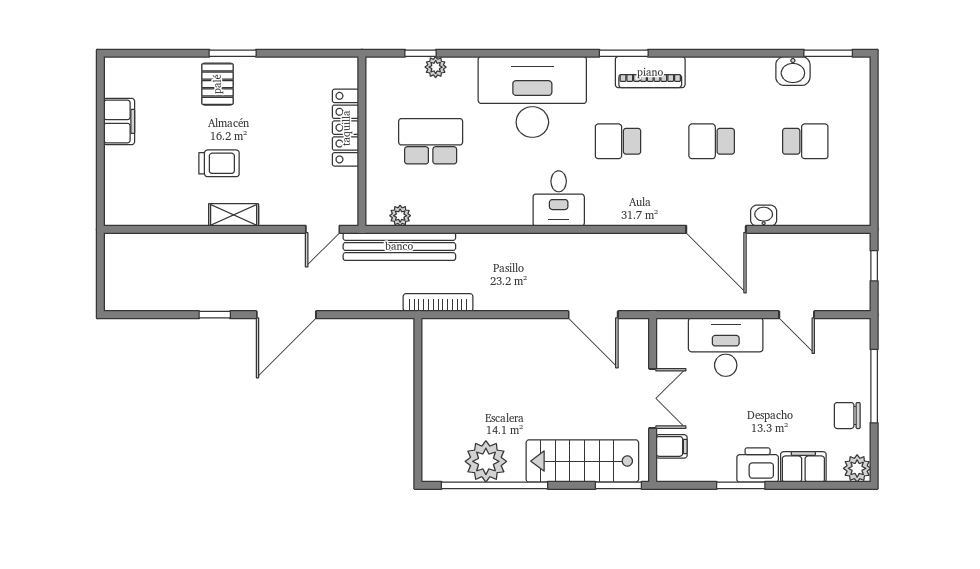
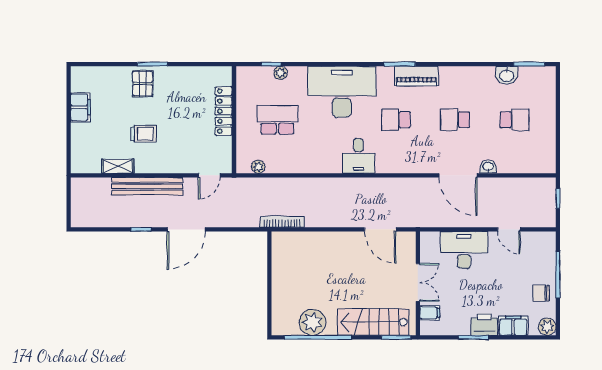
shelving: (234, 215) -> (118, 166), moved
bench: (399, 246) -> (147, 186), moved

